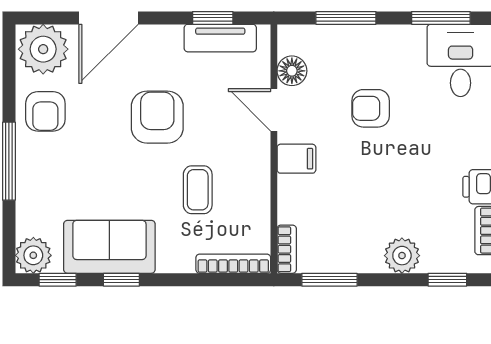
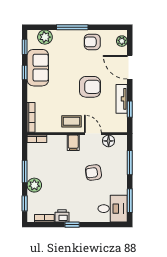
tv unit: (220, 38) -> (122, 99), moved
plant: (43, 49) -> (122, 41), width x0.53, depth x0.53
armchair: (371, 108) -> (93, 173), turned -98
door: (274, 110) -> (93, 134), hinge flipped
coffee table: (198, 190) -> (72, 121), moved
plant: (33, 255) -> (45, 37), moved
window: (329, 280) -> (25, 172), moved

